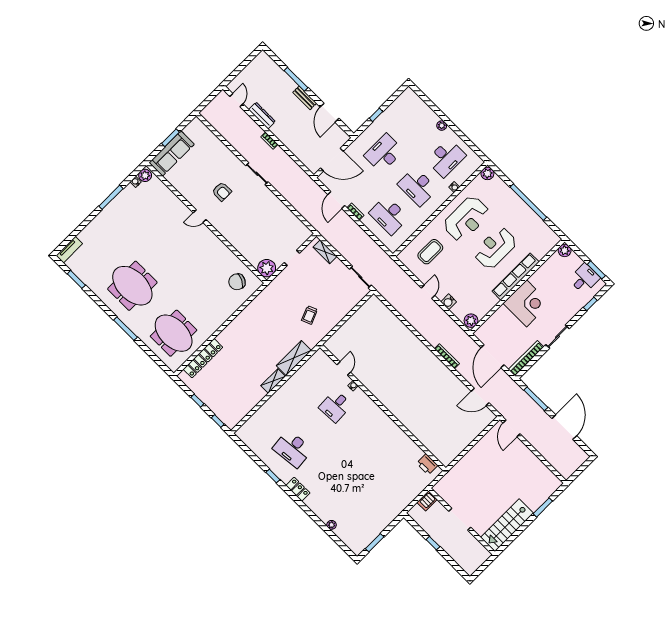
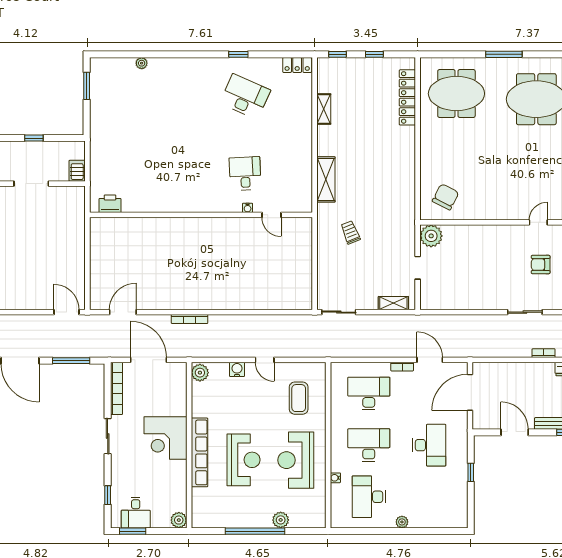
plant: (487, 173) -> (281, 520), moved
shelving: (273, 381) -> (324, 109), moved
desk: (293, 449) -> (245, 97), turned 30
locker: (298, 489) -> (297, 65), moved

